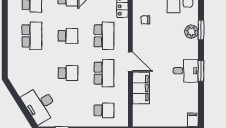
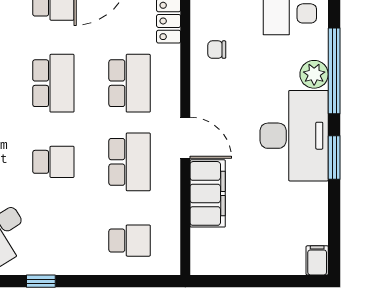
window: (201, 30) -> (334, 71), width x2.11
school desk: (68, 36) -> (53, 83), width x1.85
desk: (186, 71) -> (294, 136), width x1.87, depth x1.30

